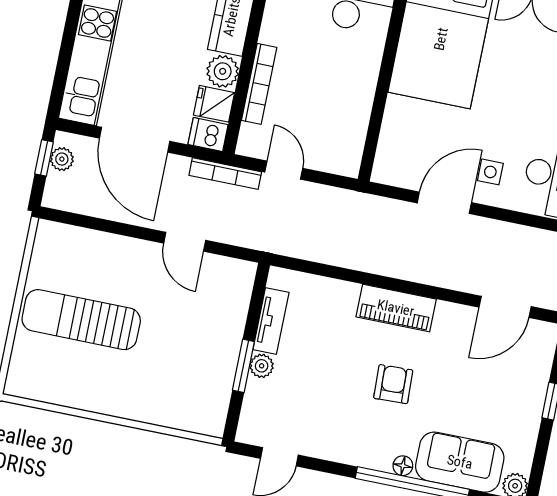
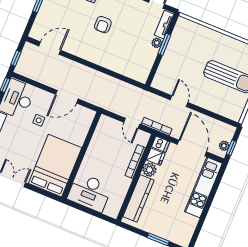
side table: (490, 172) -> (39, 120), moved
piano: (396, 308) -> (96, 56), removed
tv unit: (271, 321) -> (164, 25), moved

